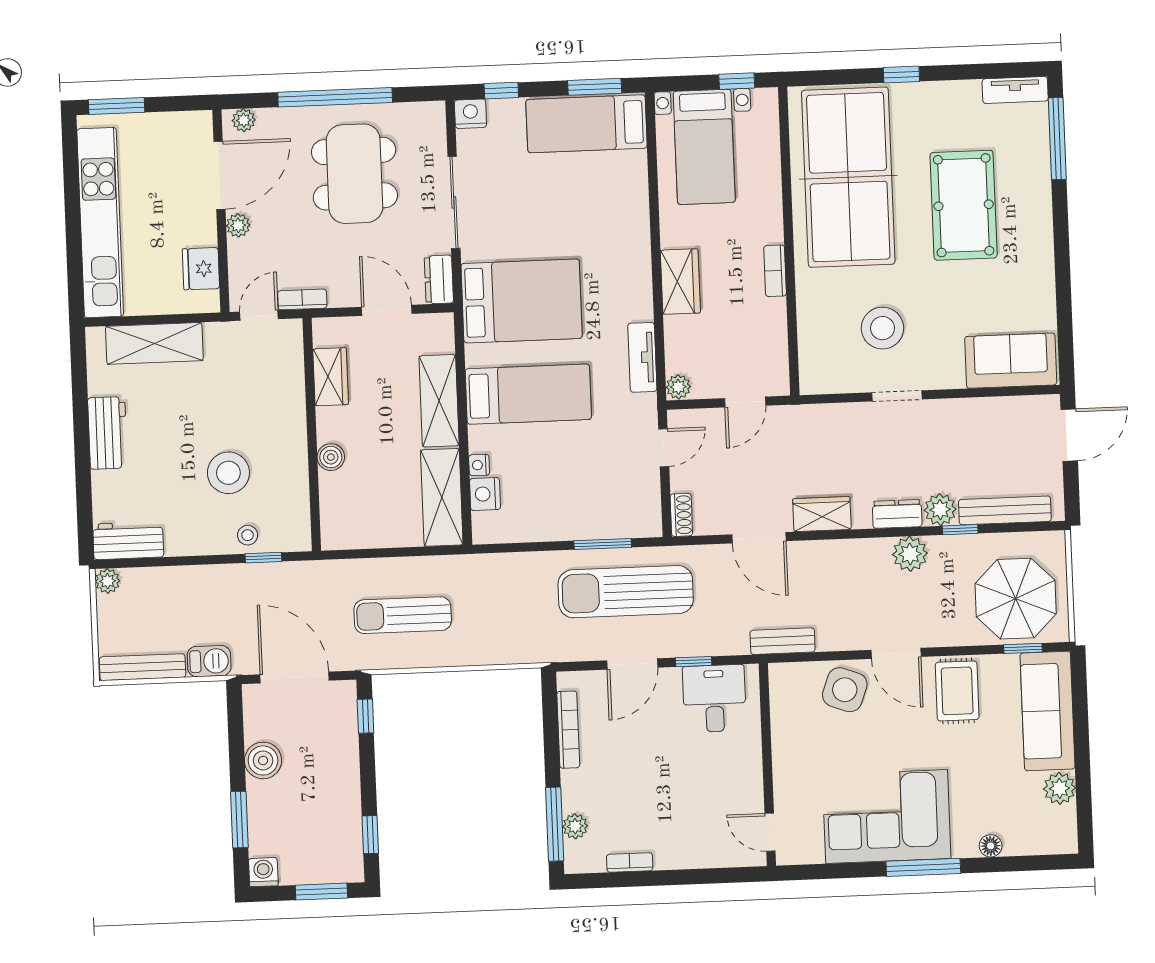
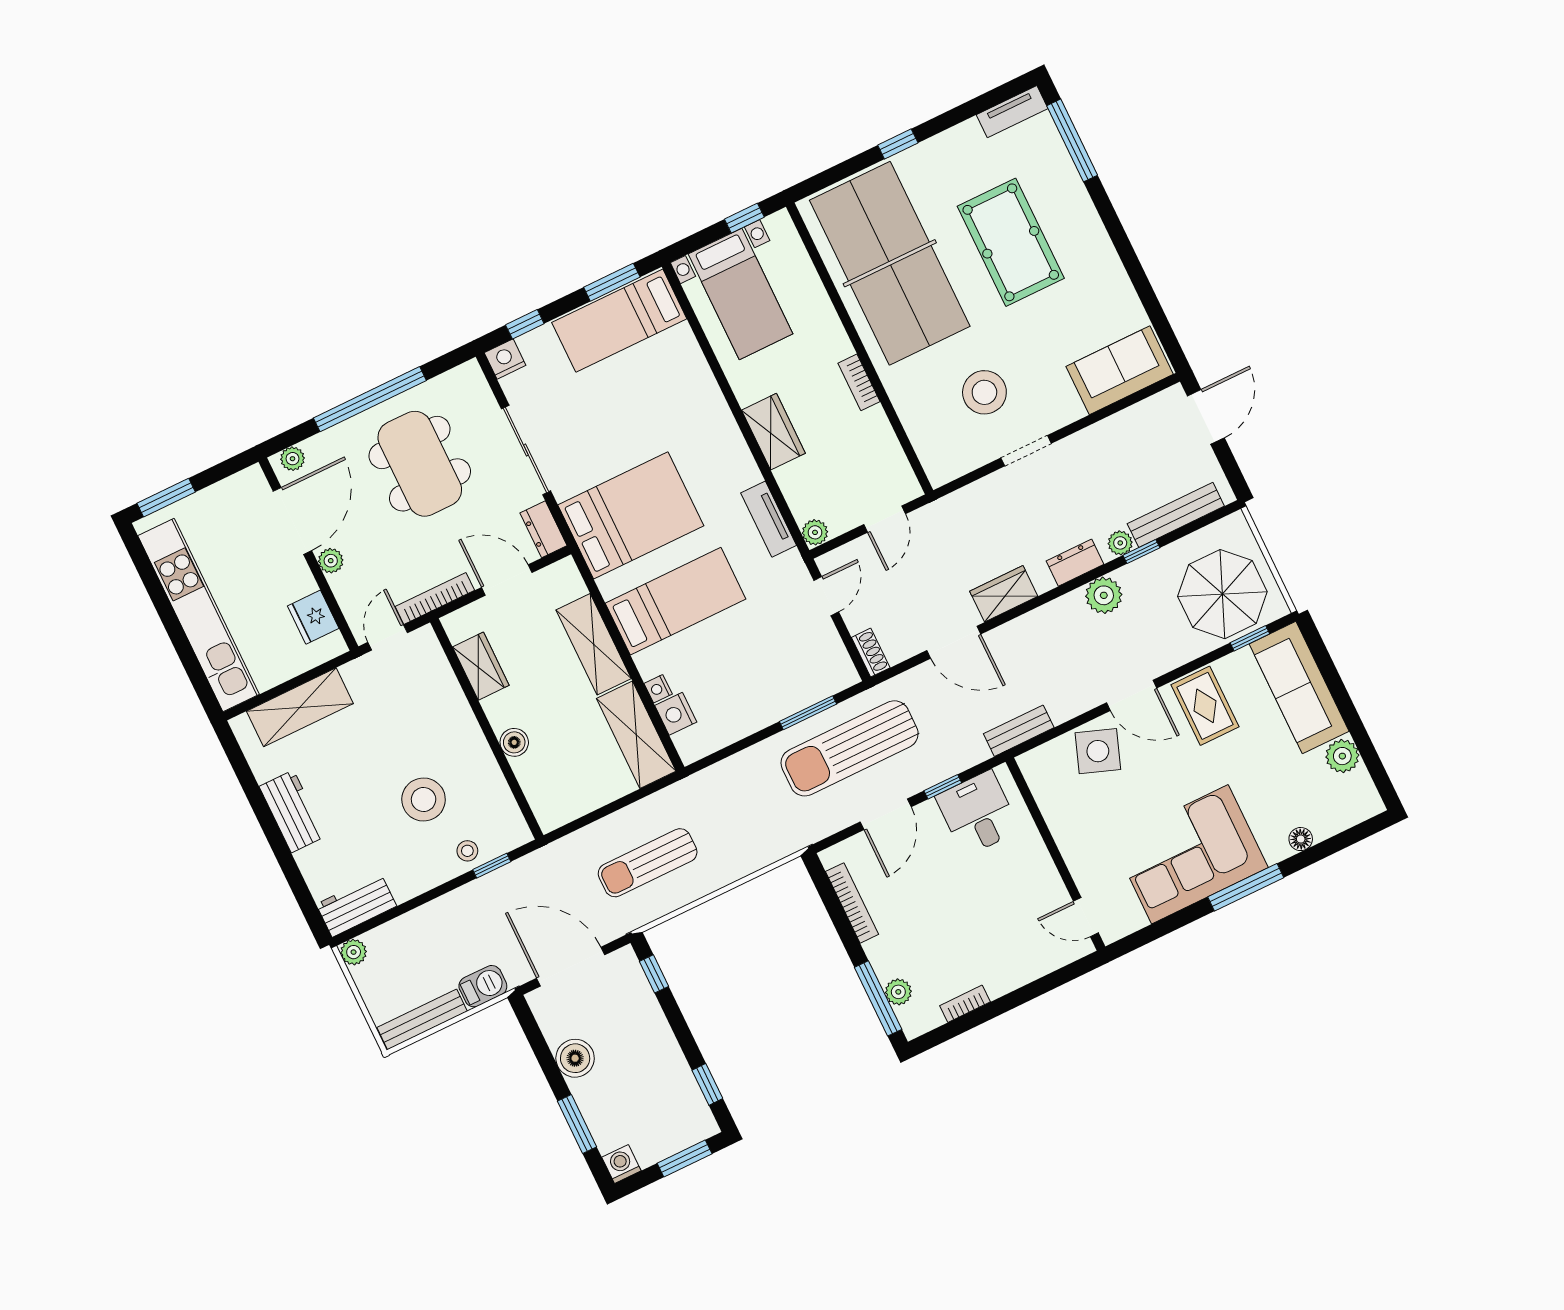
bookcase: (302, 299) -> (435, 598), width x1.56
plant: (940, 510) -> (1120, 543), width x0.73, depth x0.73

